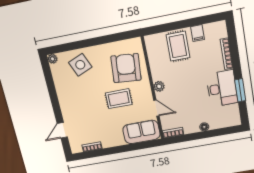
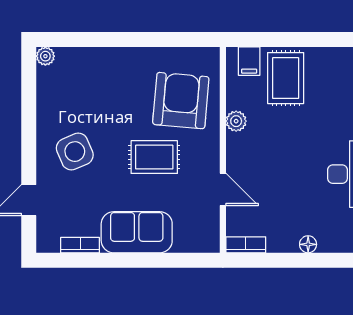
filing cabinet: (198, 33) -> (249, 61), moved
side table: (80, 65) -> (75, 152), moved
plant: (159, 86) -> (236, 121), moved
sofa: (141, 132) -> (137, 232), moved

